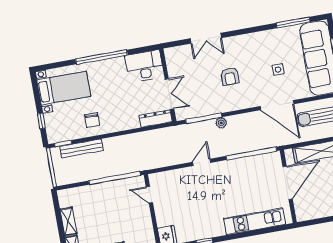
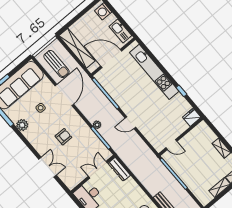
plant: (271, 37) -> (22, 125), added
door: (149, 195) -> (171, 145), hinge flipped
kitchen sink: (313, 212) -> (120, 31), added
kitchen unit: (254, 221) -> (154, 72), width x1.36

